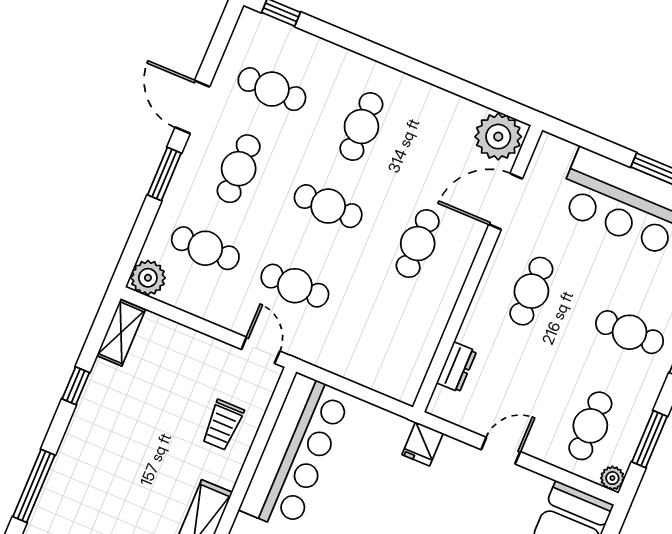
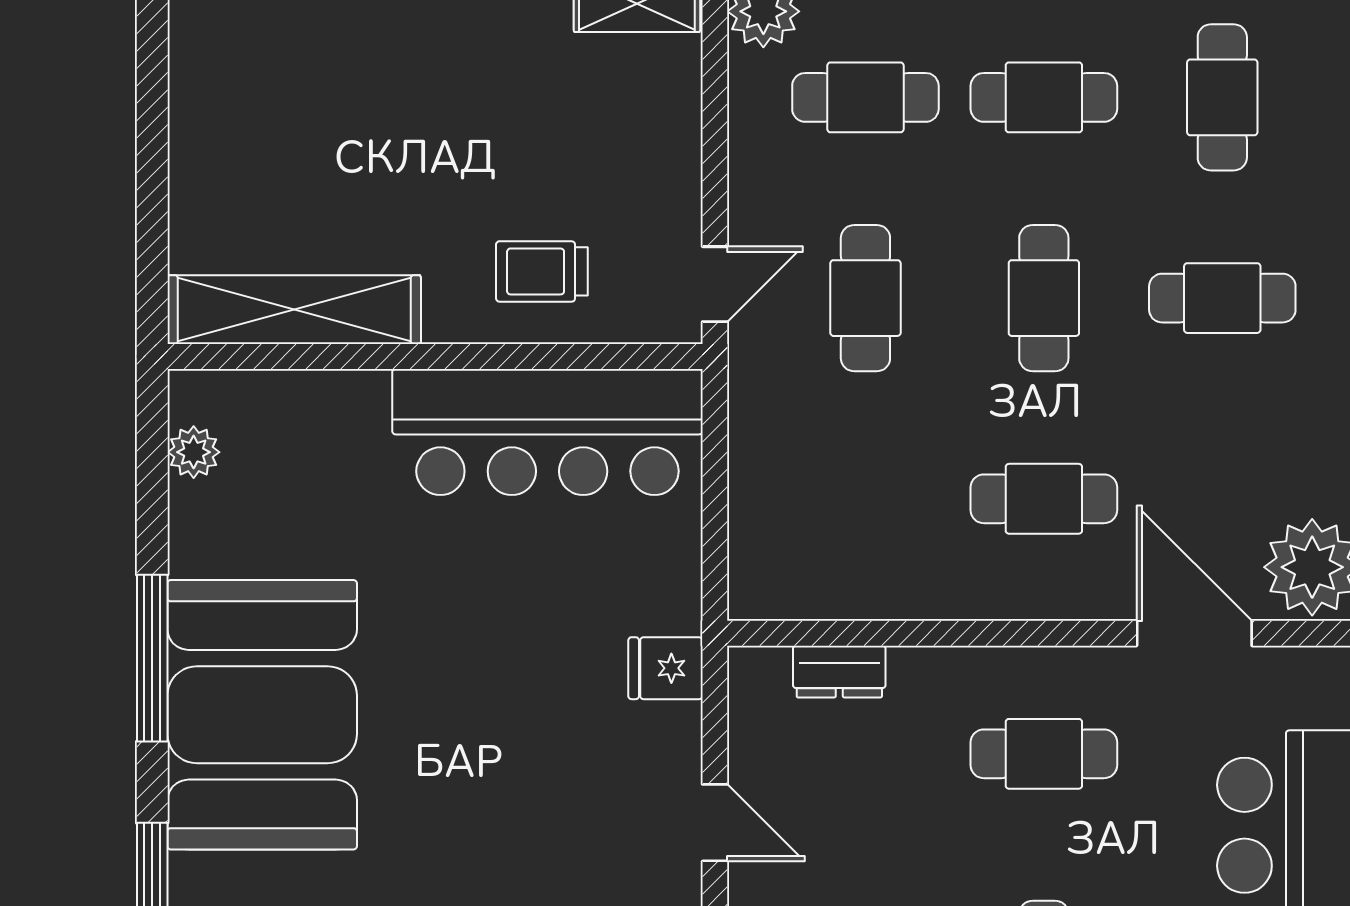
cafe table: (205, 248) -> (865, 97), turned 90

